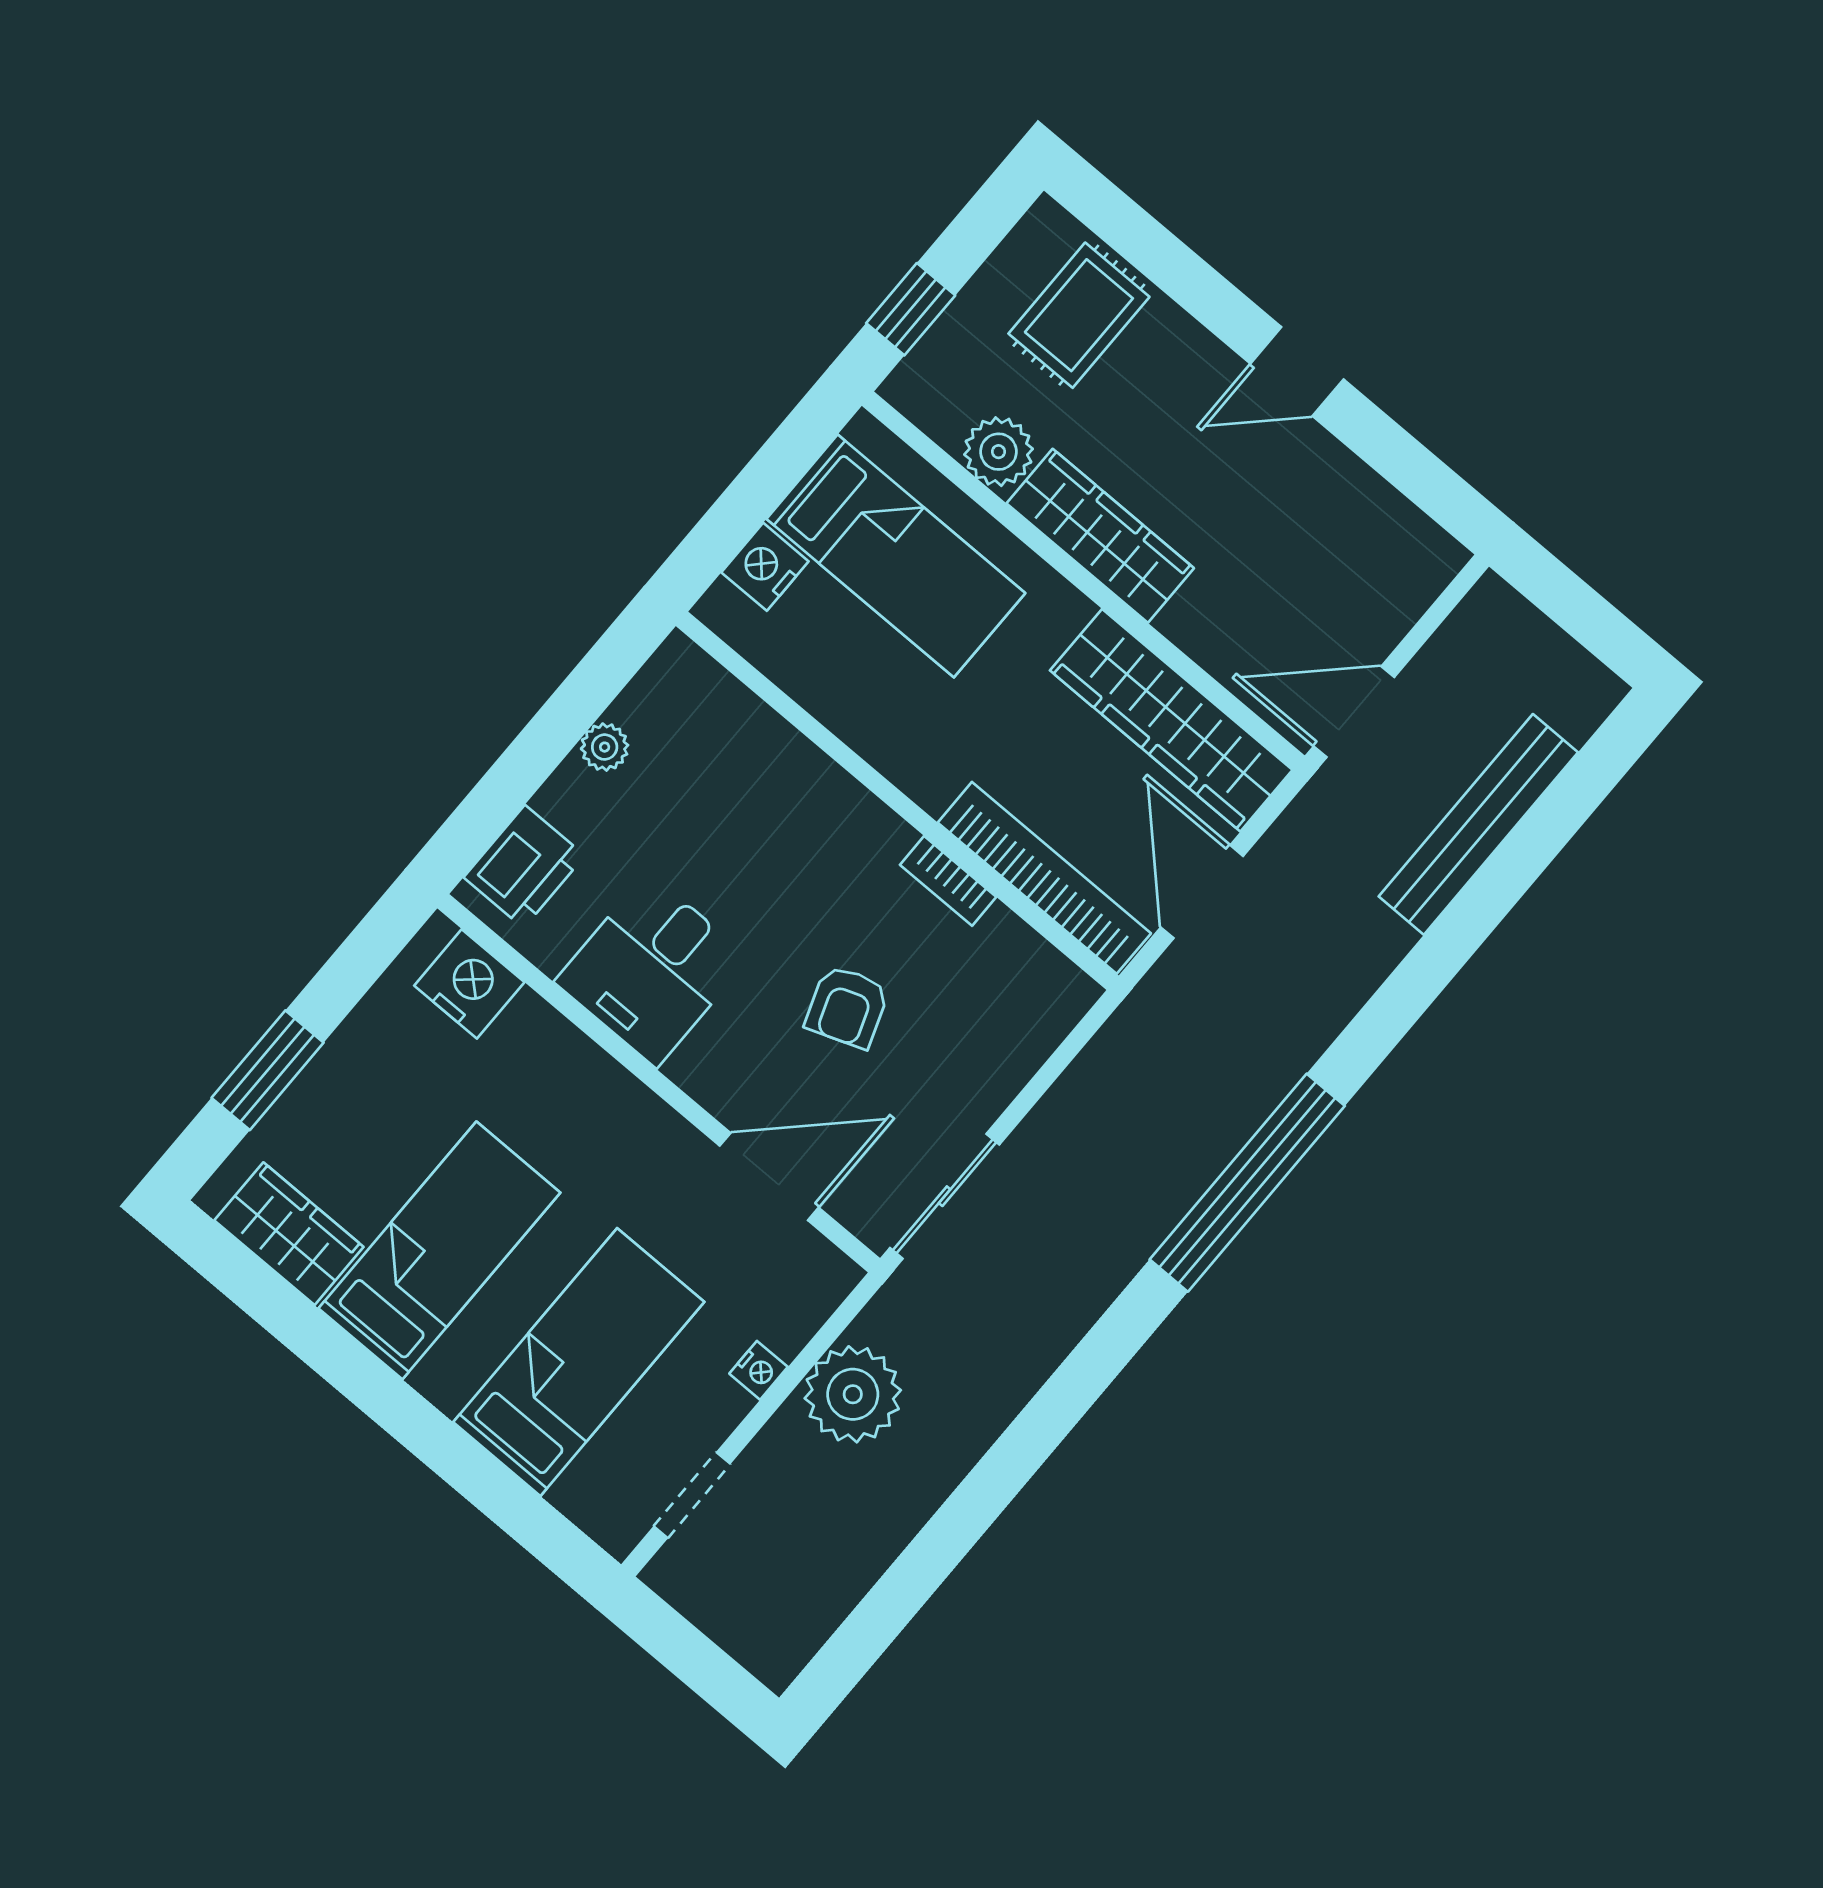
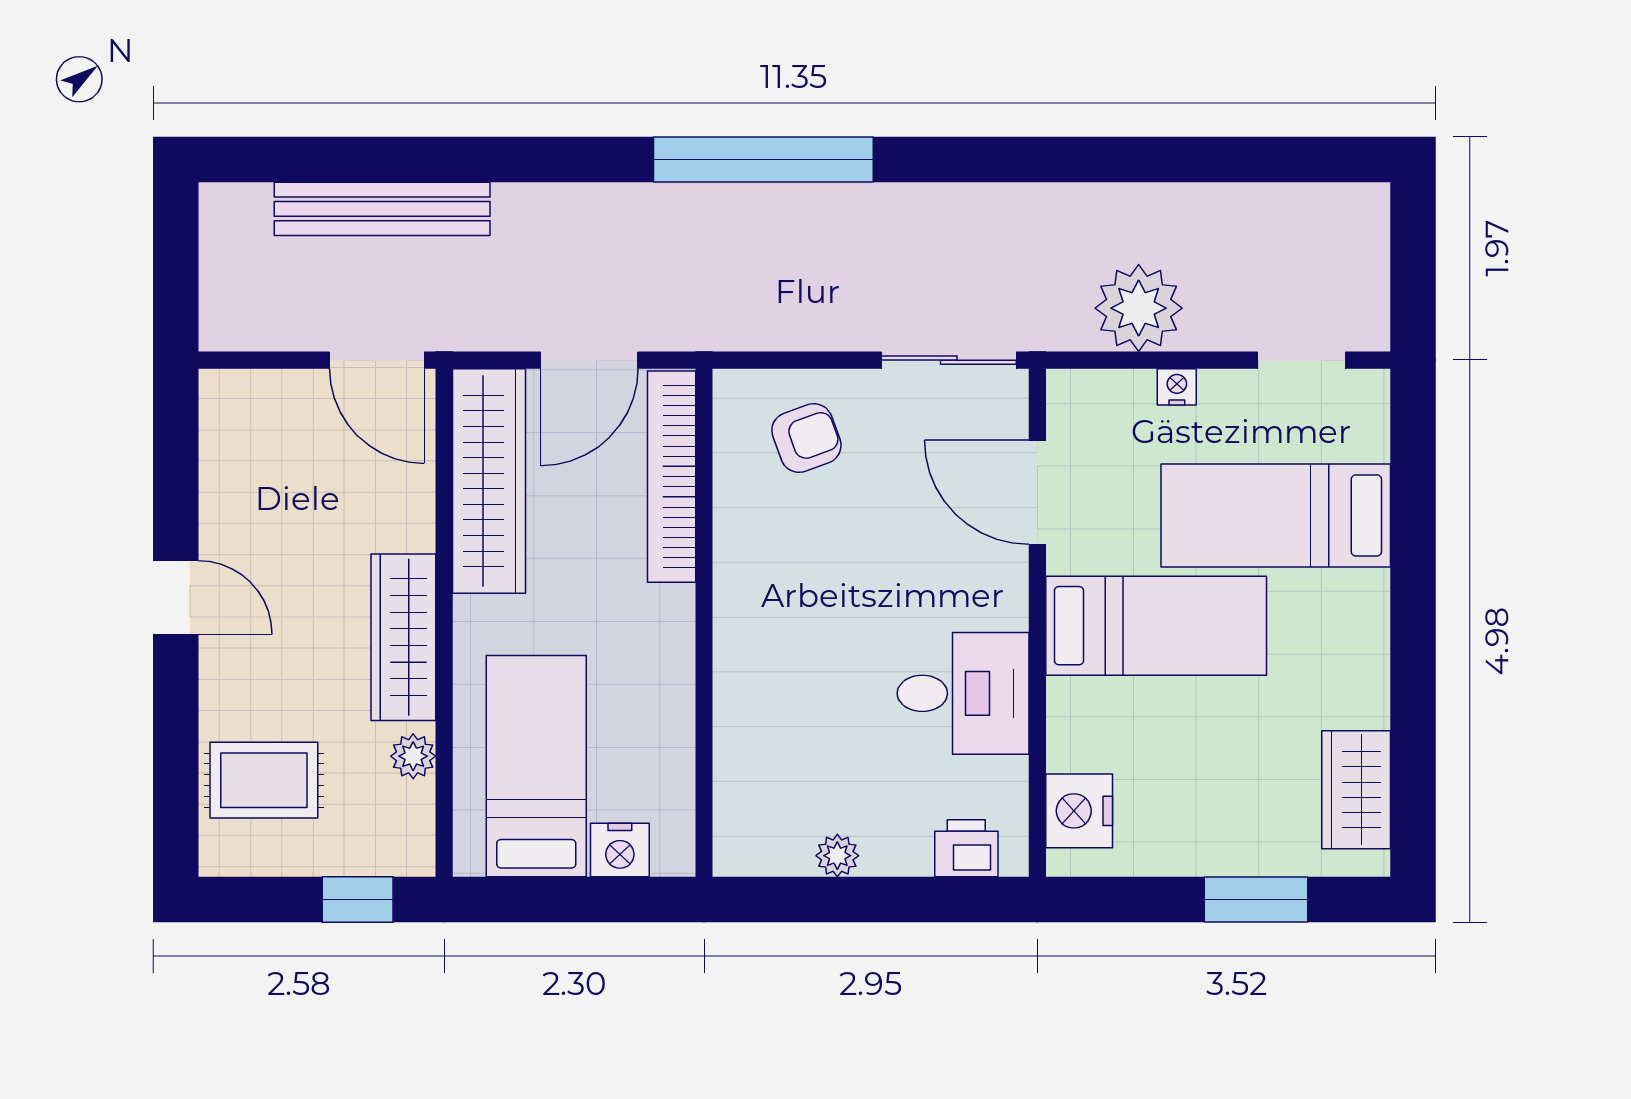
plant: (998, 452) -> (413, 756), width x0.73, depth x0.73
printer: (524, 866) -> (966, 848), width x0.73, depth x0.81
bookcase: (948, 881) -> (730, 541), removed
armchair: (847, 1007) -> (806, 438), moved
bed: (439, 1250) -> (1156, 626), moved, turned 180

